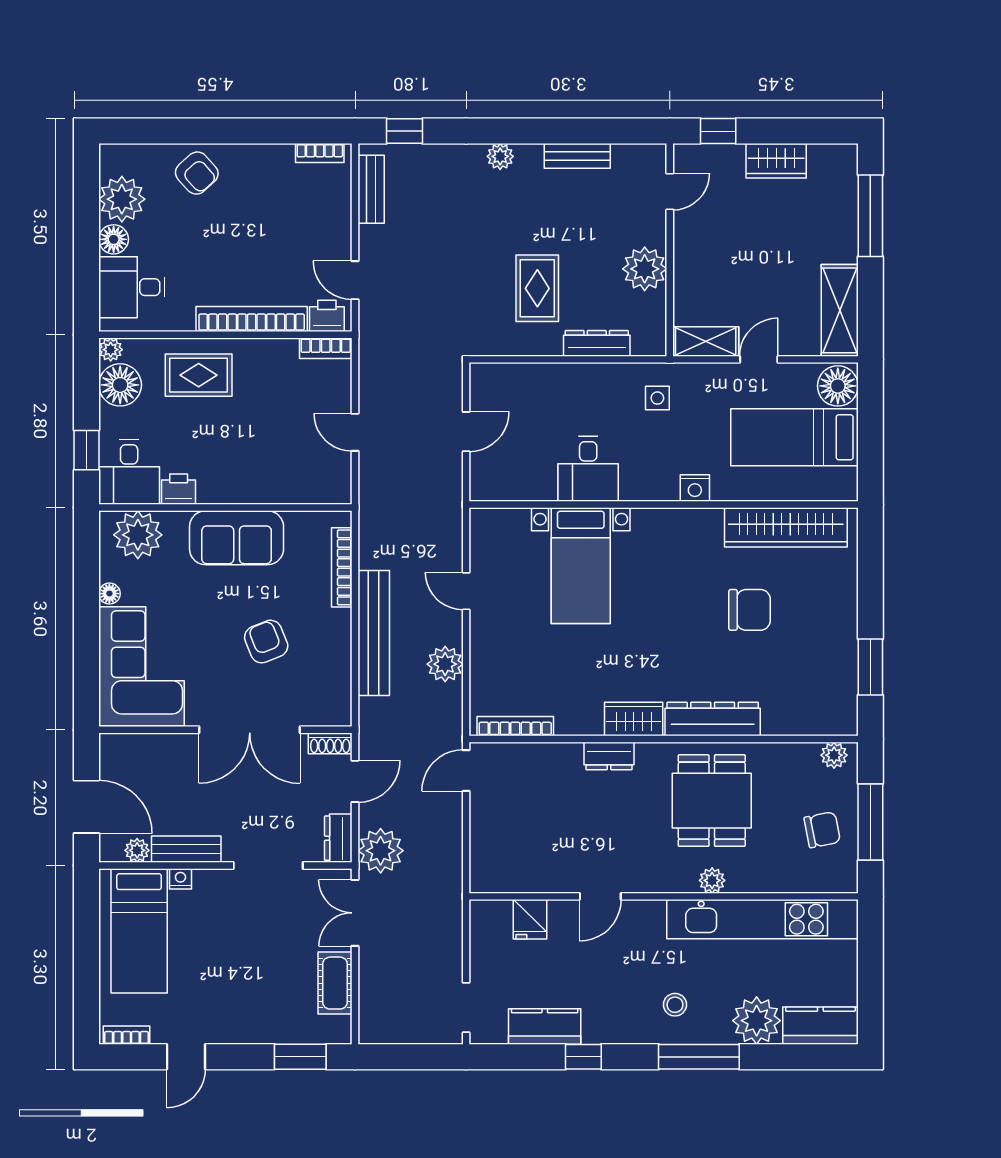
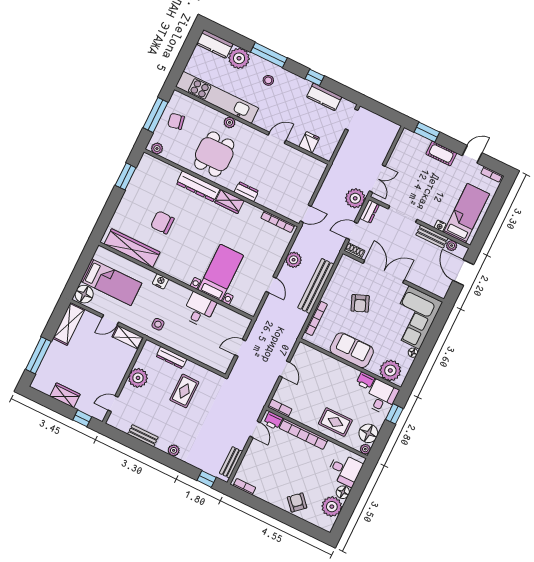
cot: (335, 983) -> (441, 154), moved, turned 90

